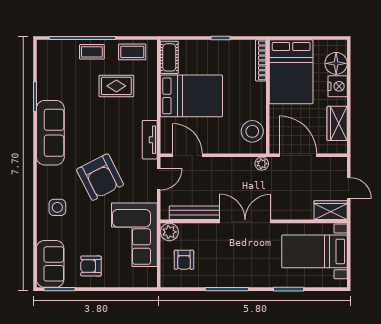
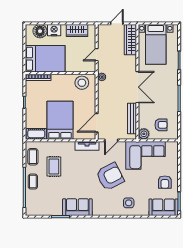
sofa: (50, 133) -> (77, 207), width x0.73
door: (298, 155) -> (97, 55), width x0.53
door: (159, 179) -> (111, 140), swing flipped
wardrobe: (331, 210) -> (130, 40), width x1.50
double door: (245, 221) -> (137, 87), swing flipped

